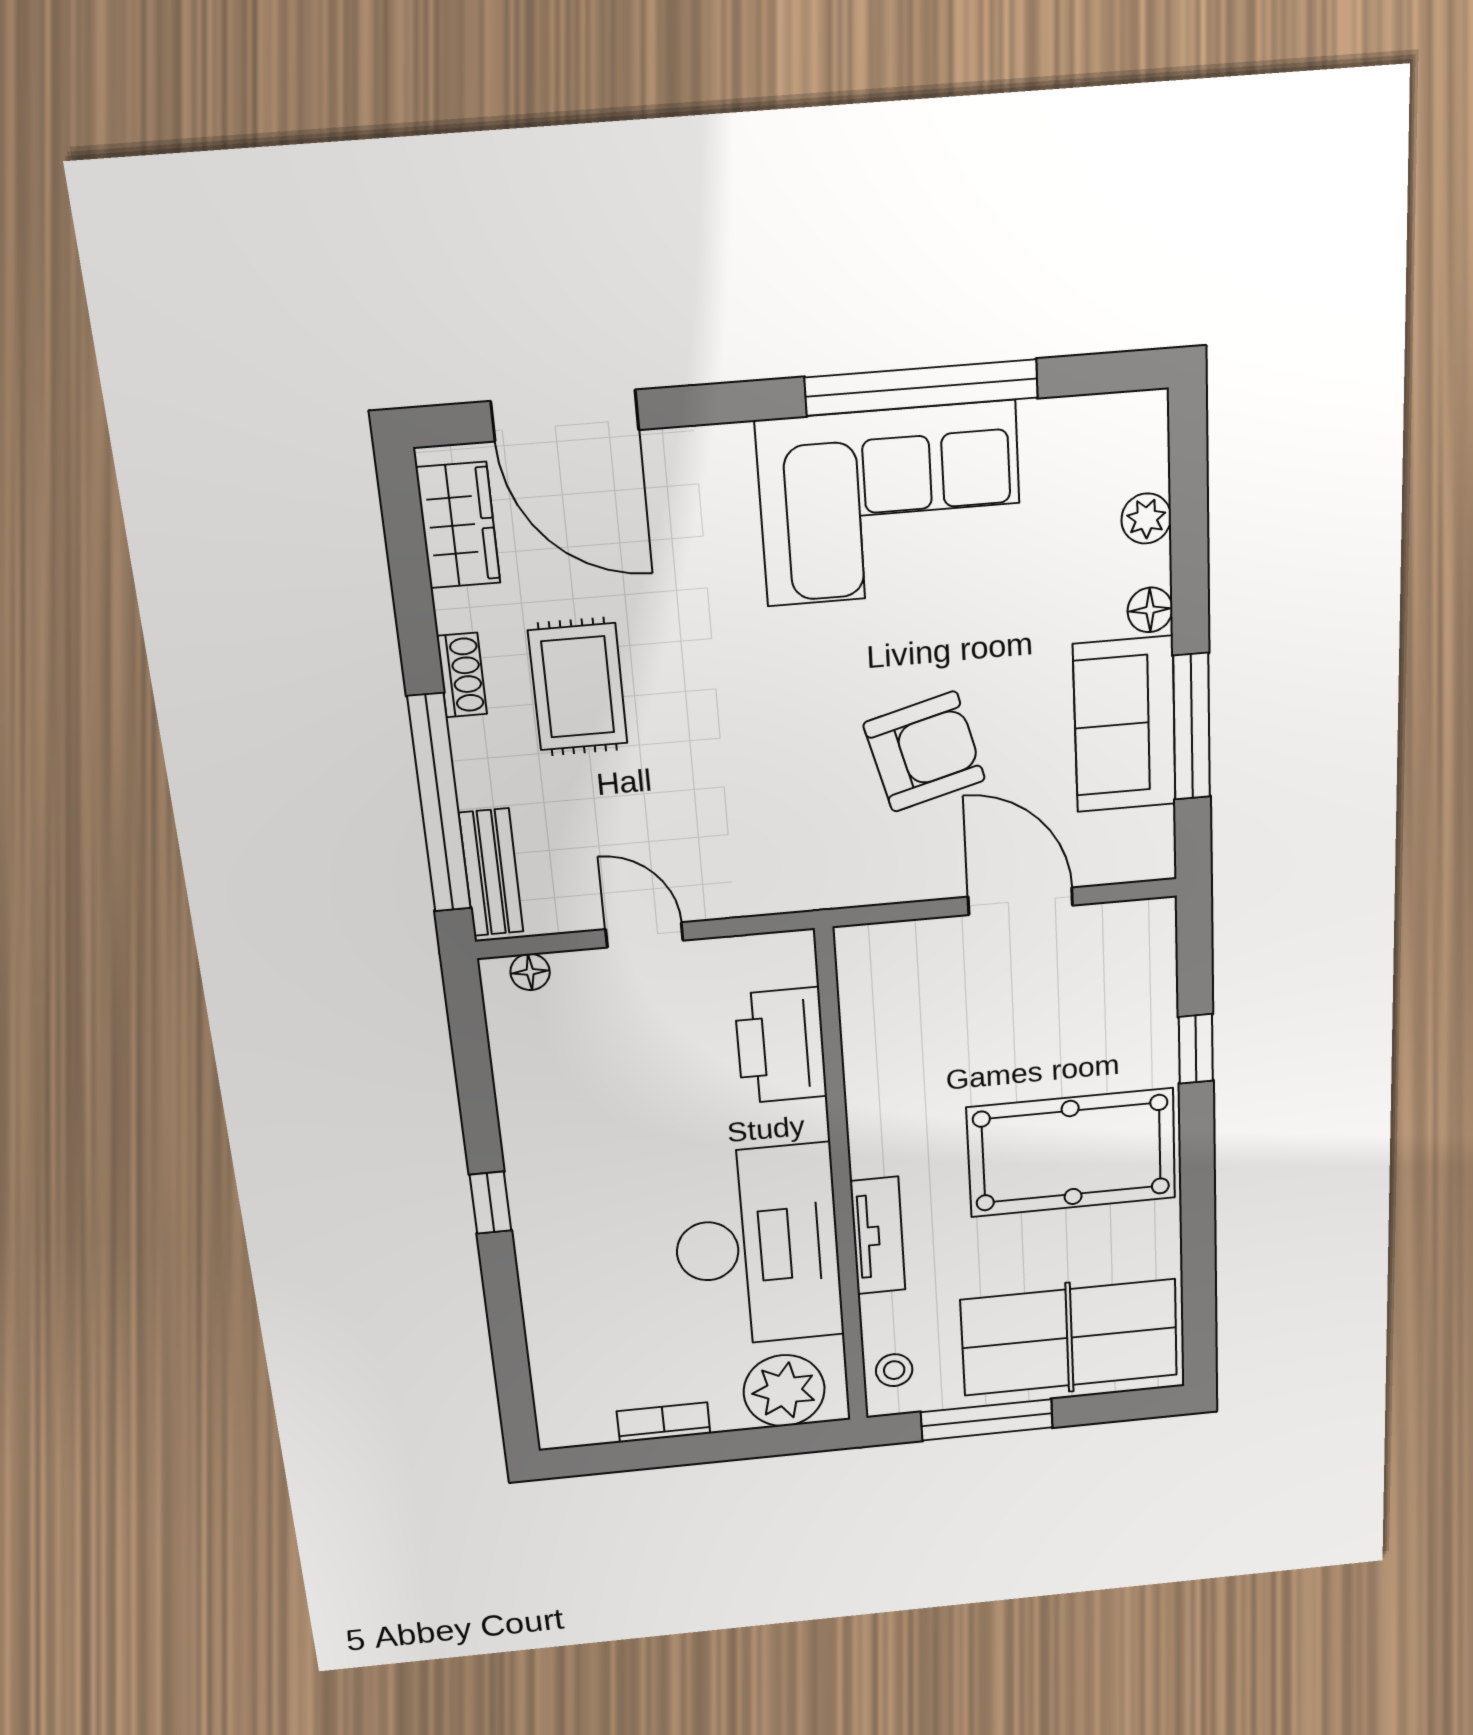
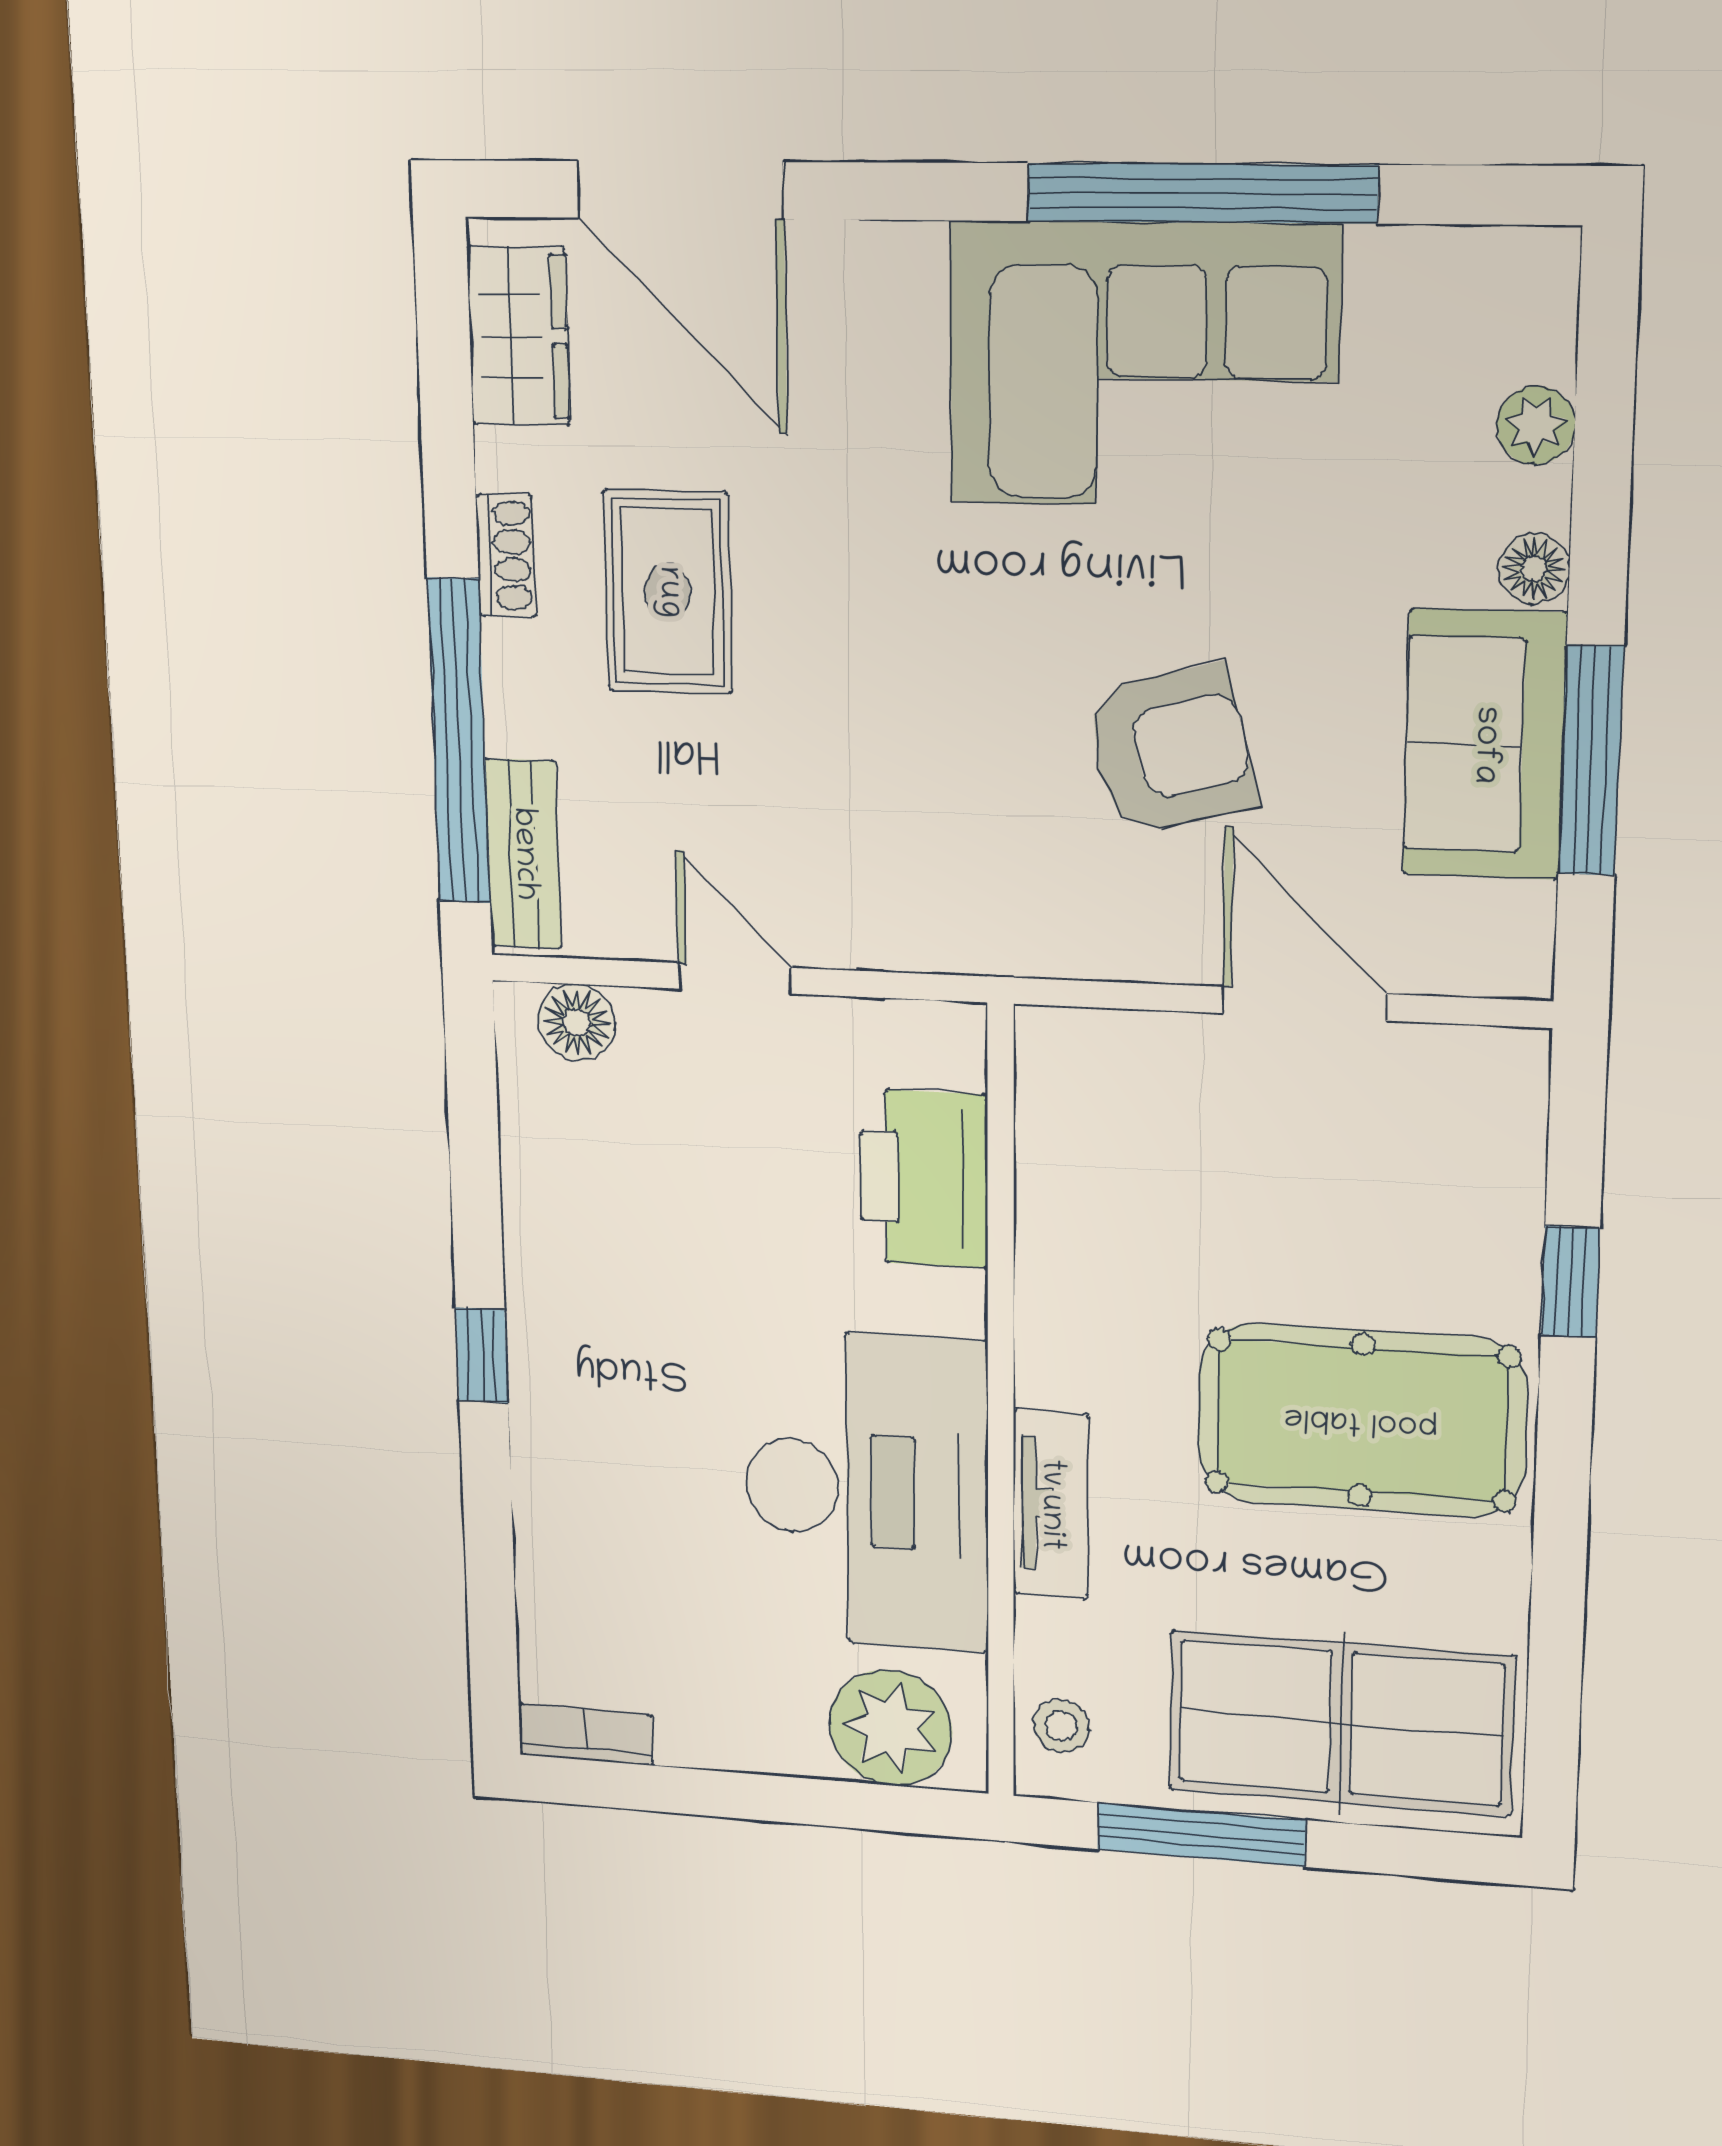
floor lamp: (530, 972) -> (577, 1022), width x1.37, depth x1.37
bookcase: (664, 1422) -> (586, 1735), moved

